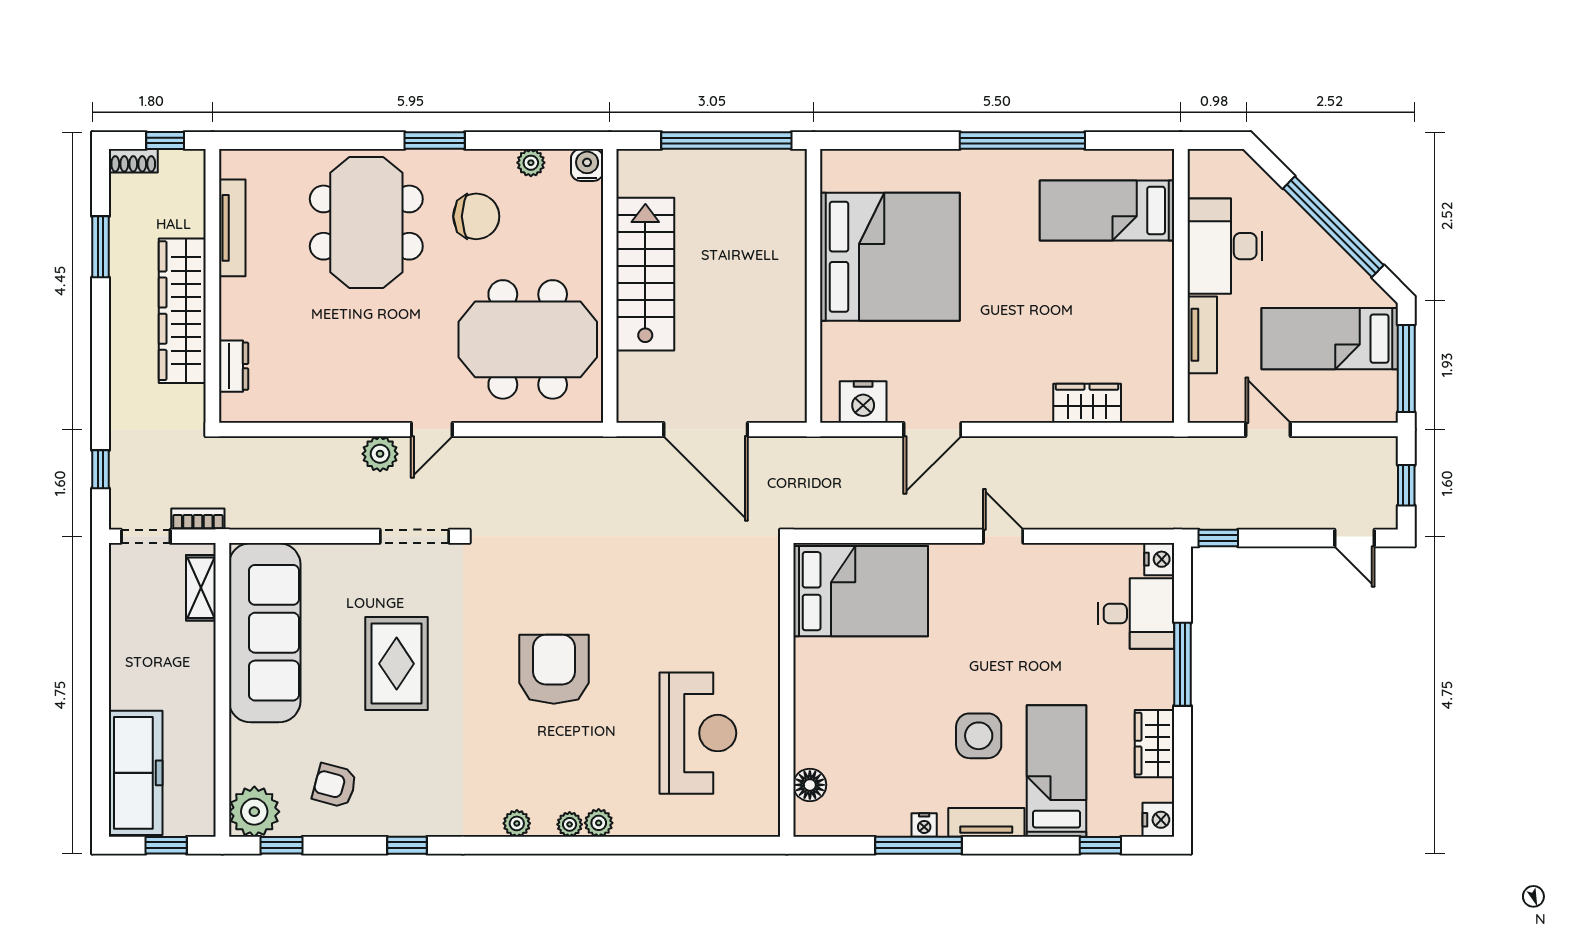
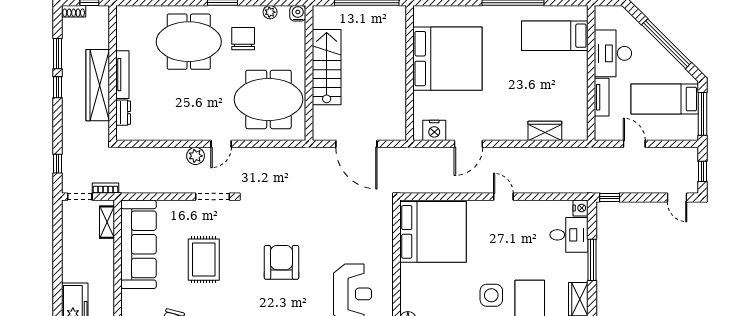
chair: (476, 216) -> (243, 39), turned -90
meeting table: (366, 223) -> (189, 42), turned 90
tv unit: (232, 228) -> (122, 75), moved
window: (100, 315) -> (57, 87), added
bed: (861, 591) -> (433, 232), width x1.36

